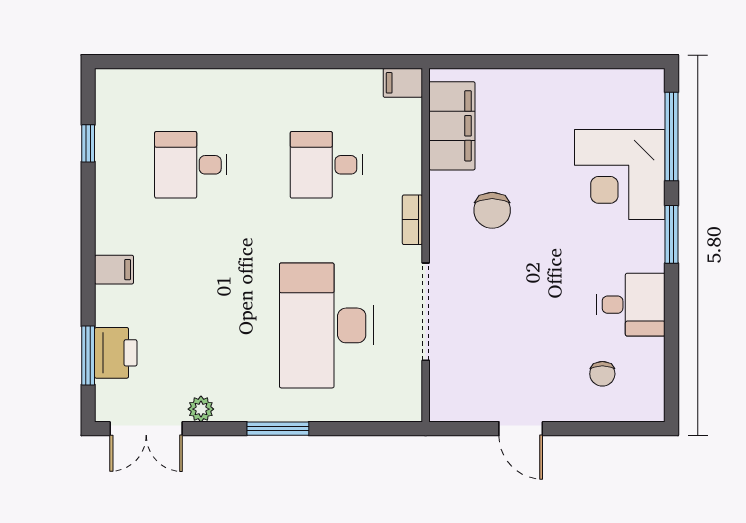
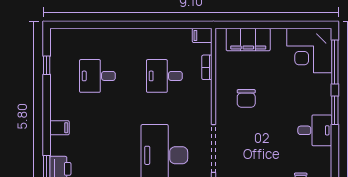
filing cabinet: (452, 126) -> (248, 40), moved, turned 90
corner desk: (620, 174) -> (309, 51), moved
bookcase: (412, 220) -> (207, 67), moved
desk: (631, 305) -> (315, 130), moved

